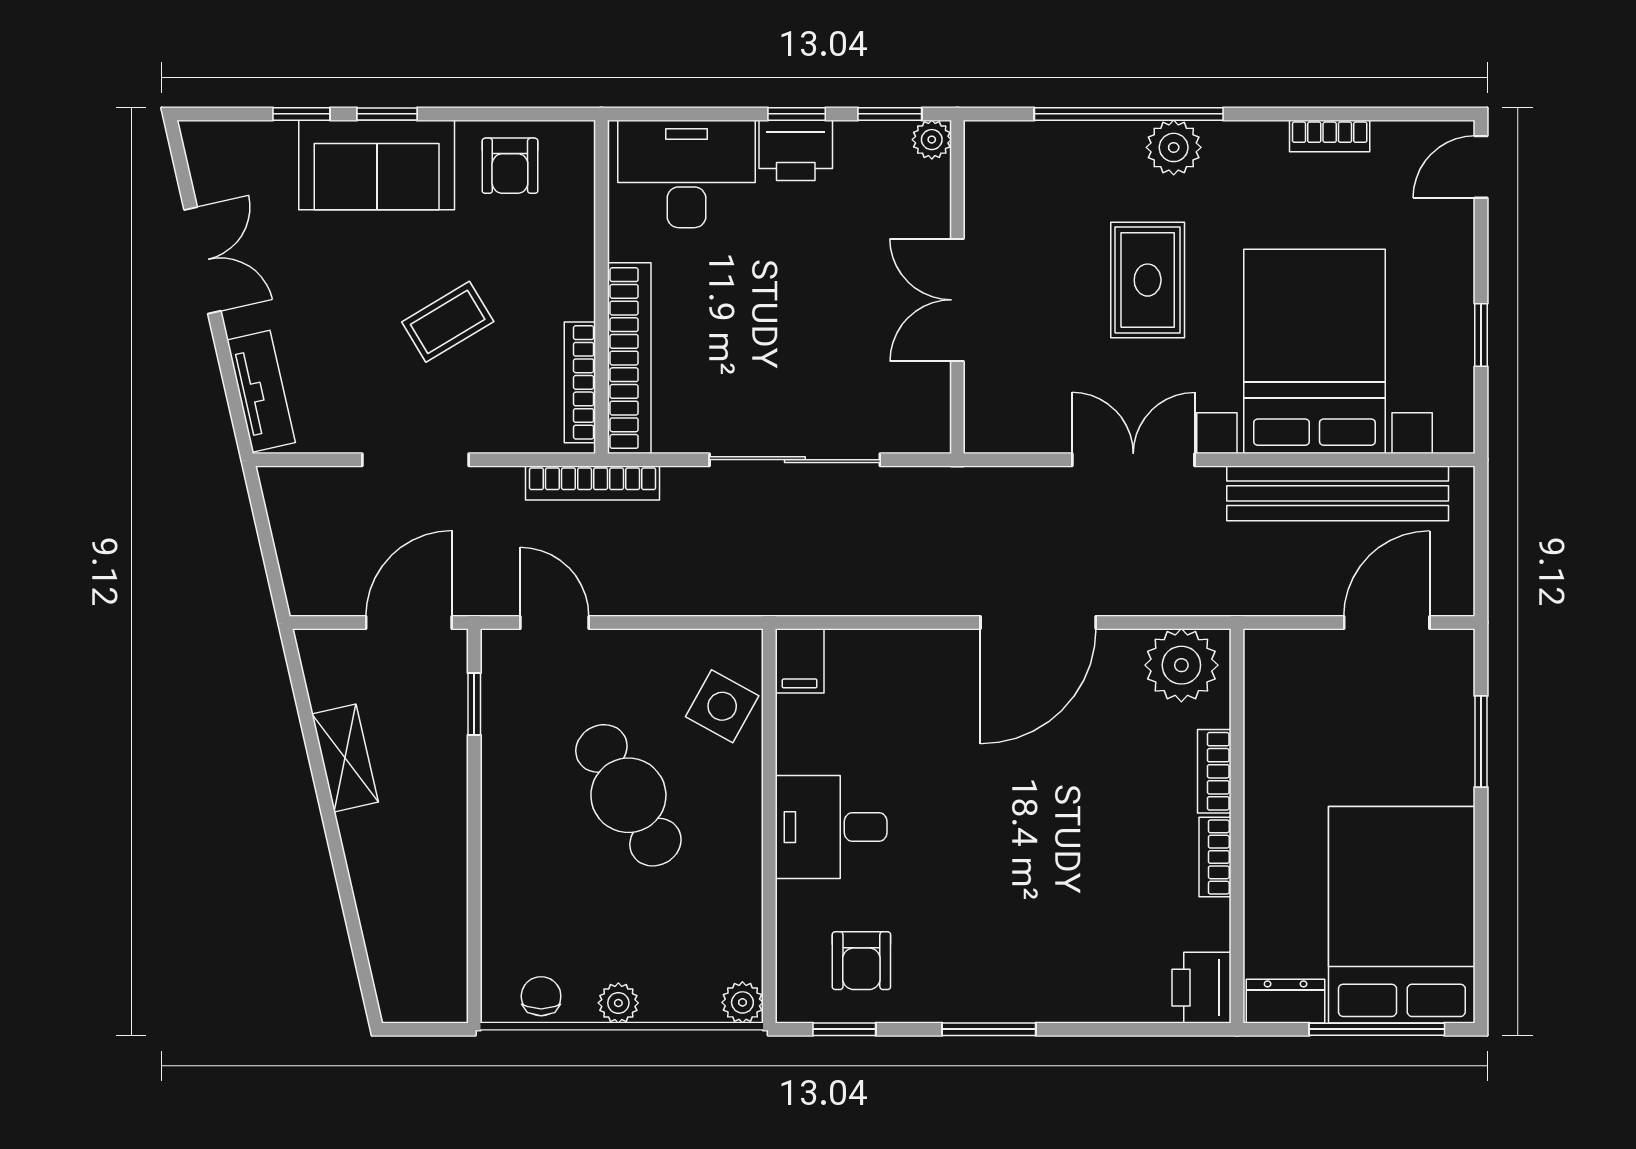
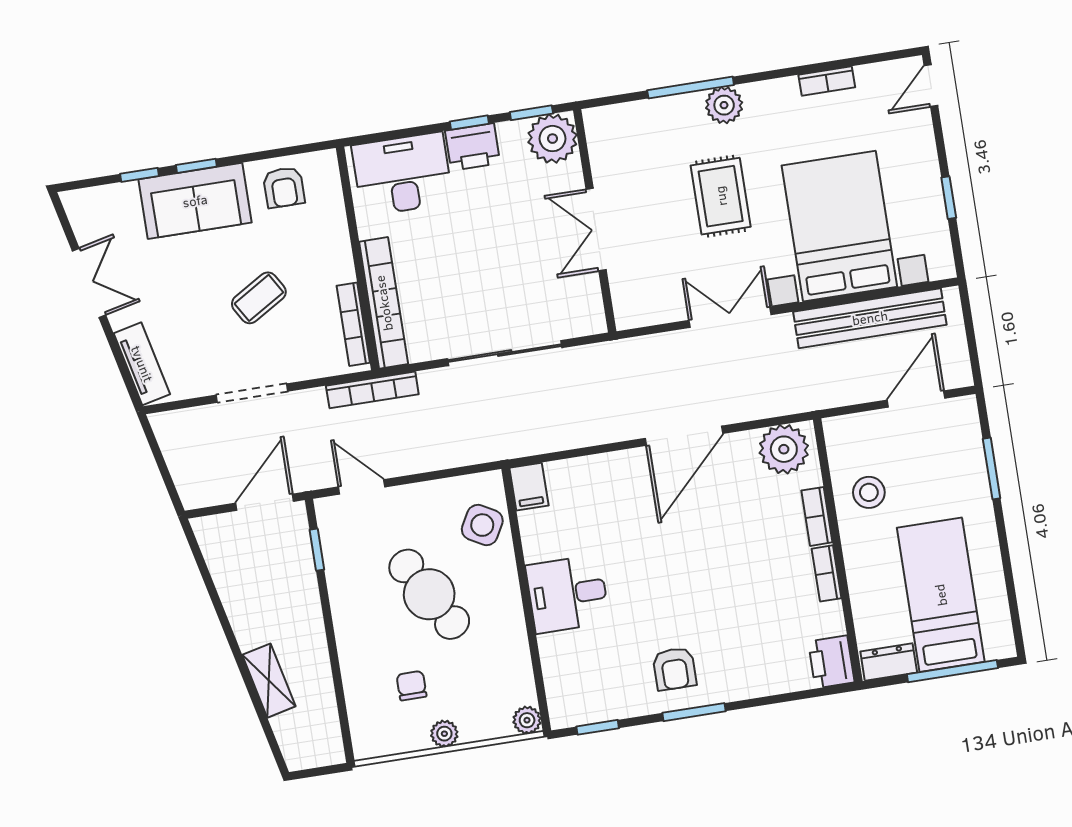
window: (1129, 114) -> (691, 88), width x0.68
plant: (932, 140) -> (552, 139), width x1.87, depth x1.87
stool: (1296, 748) -> (869, 492), added
shelving: (345, 758) -> (269, 681), moved
bed: (1402, 915) -> (941, 595), width x0.67
armchair: (861, 961) -> (674, 669), moved
chair: (541, 996) -> (412, 686), moved

